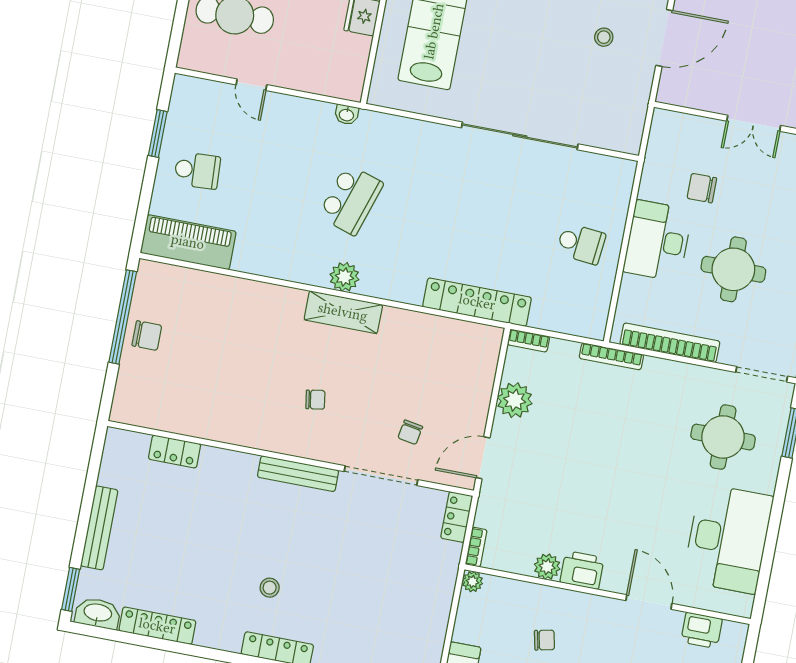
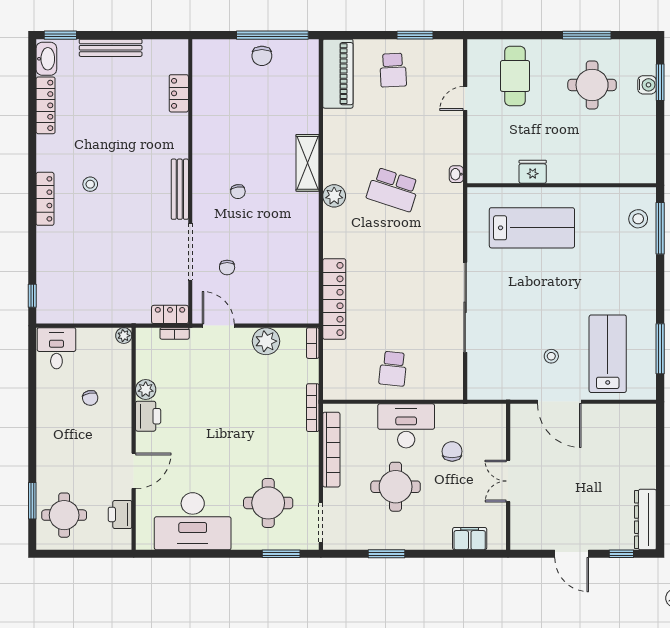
shelving: (343, 312) -> (307, 163), moved
chair: (410, 432) -> (227, 267), turned -100
bookcase: (476, 547) -> (175, 333), moved

